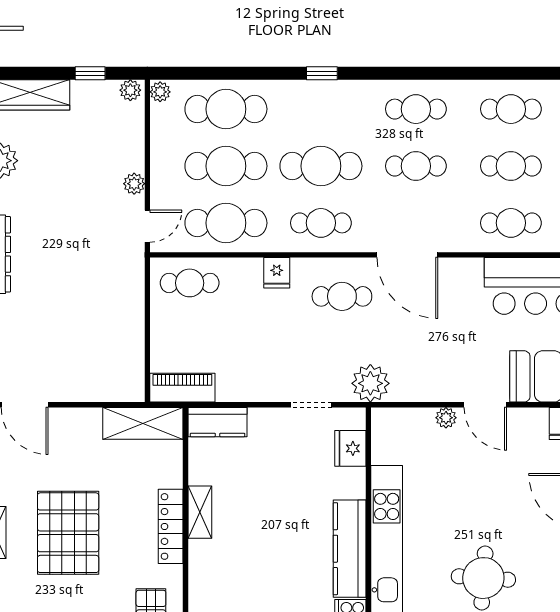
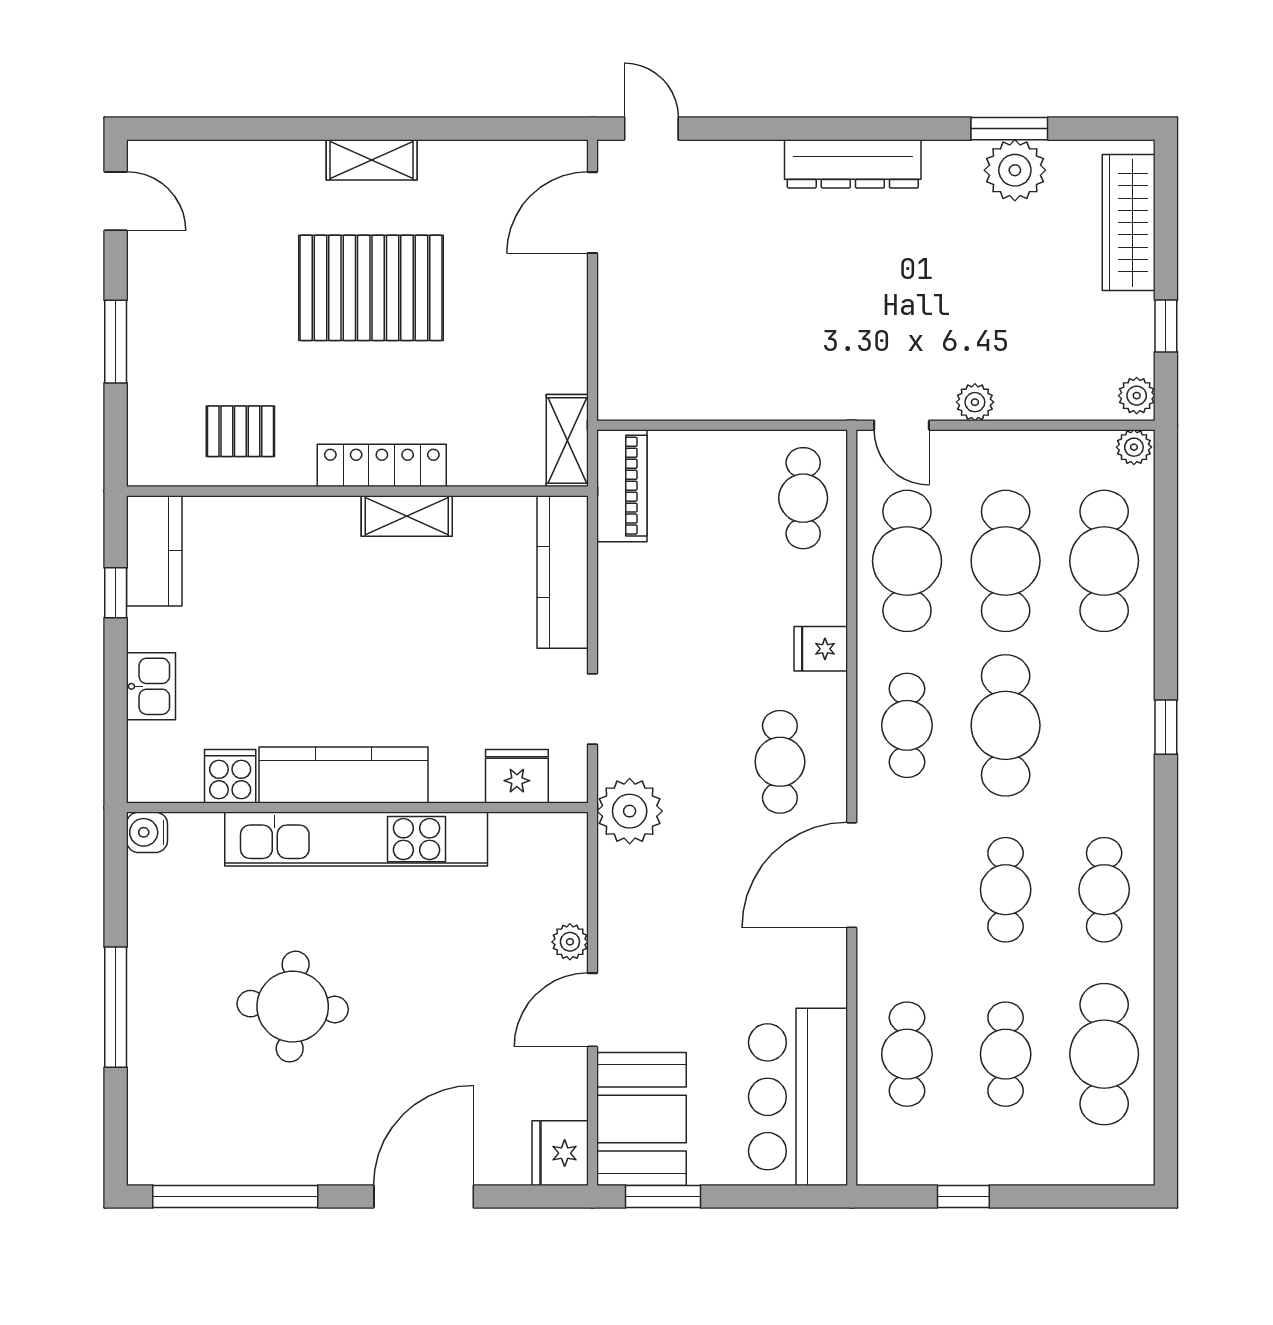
cafe table: (511, 109) -> (1104, 1054), width x1.37, depth x1.35
kitchen counter: (218, 422) -> (563, 572), width x1.50
shelving: (143, 423) -> (567, 440), width x0.67, depth x0.75

